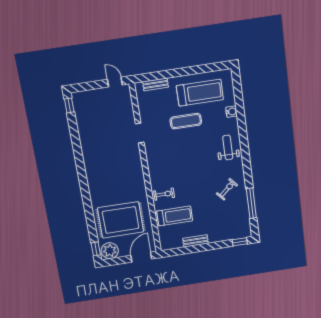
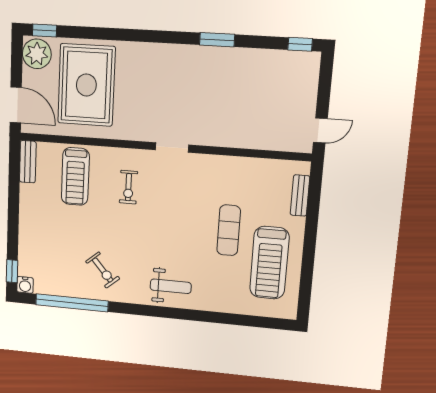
water cooler: (231, 112) -> (25, 285), moved
doorway: (140, 133) -> (172, 147), moved
window: (78, 152) -> (217, 40), added
exercise bike: (164, 194) -> (128, 187), moved
window: (251, 203) -> (72, 303), width x1.46
bench: (196, 241) -> (28, 162), moved

